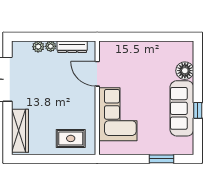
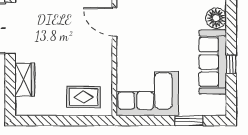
corner sofa: (118, 114) -> (147, 94), moved, turned -90
wardrobe: (20, 131) -> (25, 80), width x0.67

